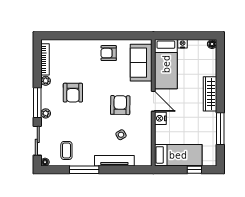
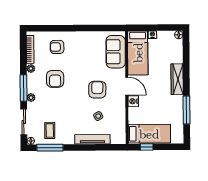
armchair: (109, 53) -> (57, 47), moved
window: (84, 170) -> (50, 148), moved
window: (194, 170) -> (147, 147), moved

